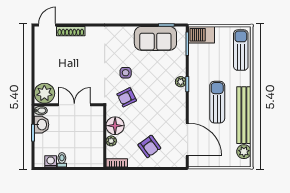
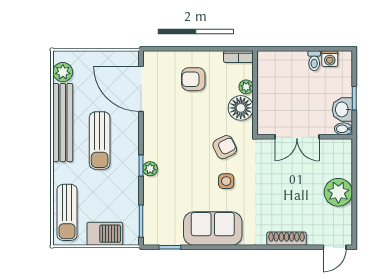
shoe rack: (71, 31) -> (287, 239), moved
barbecue: (202, 35) -> (105, 234), moved
sofa: (155, 38) -> (213, 228), moved
plant: (44, 93) -> (338, 192), moved
armchair: (149, 146) -> (193, 79), turned -54

